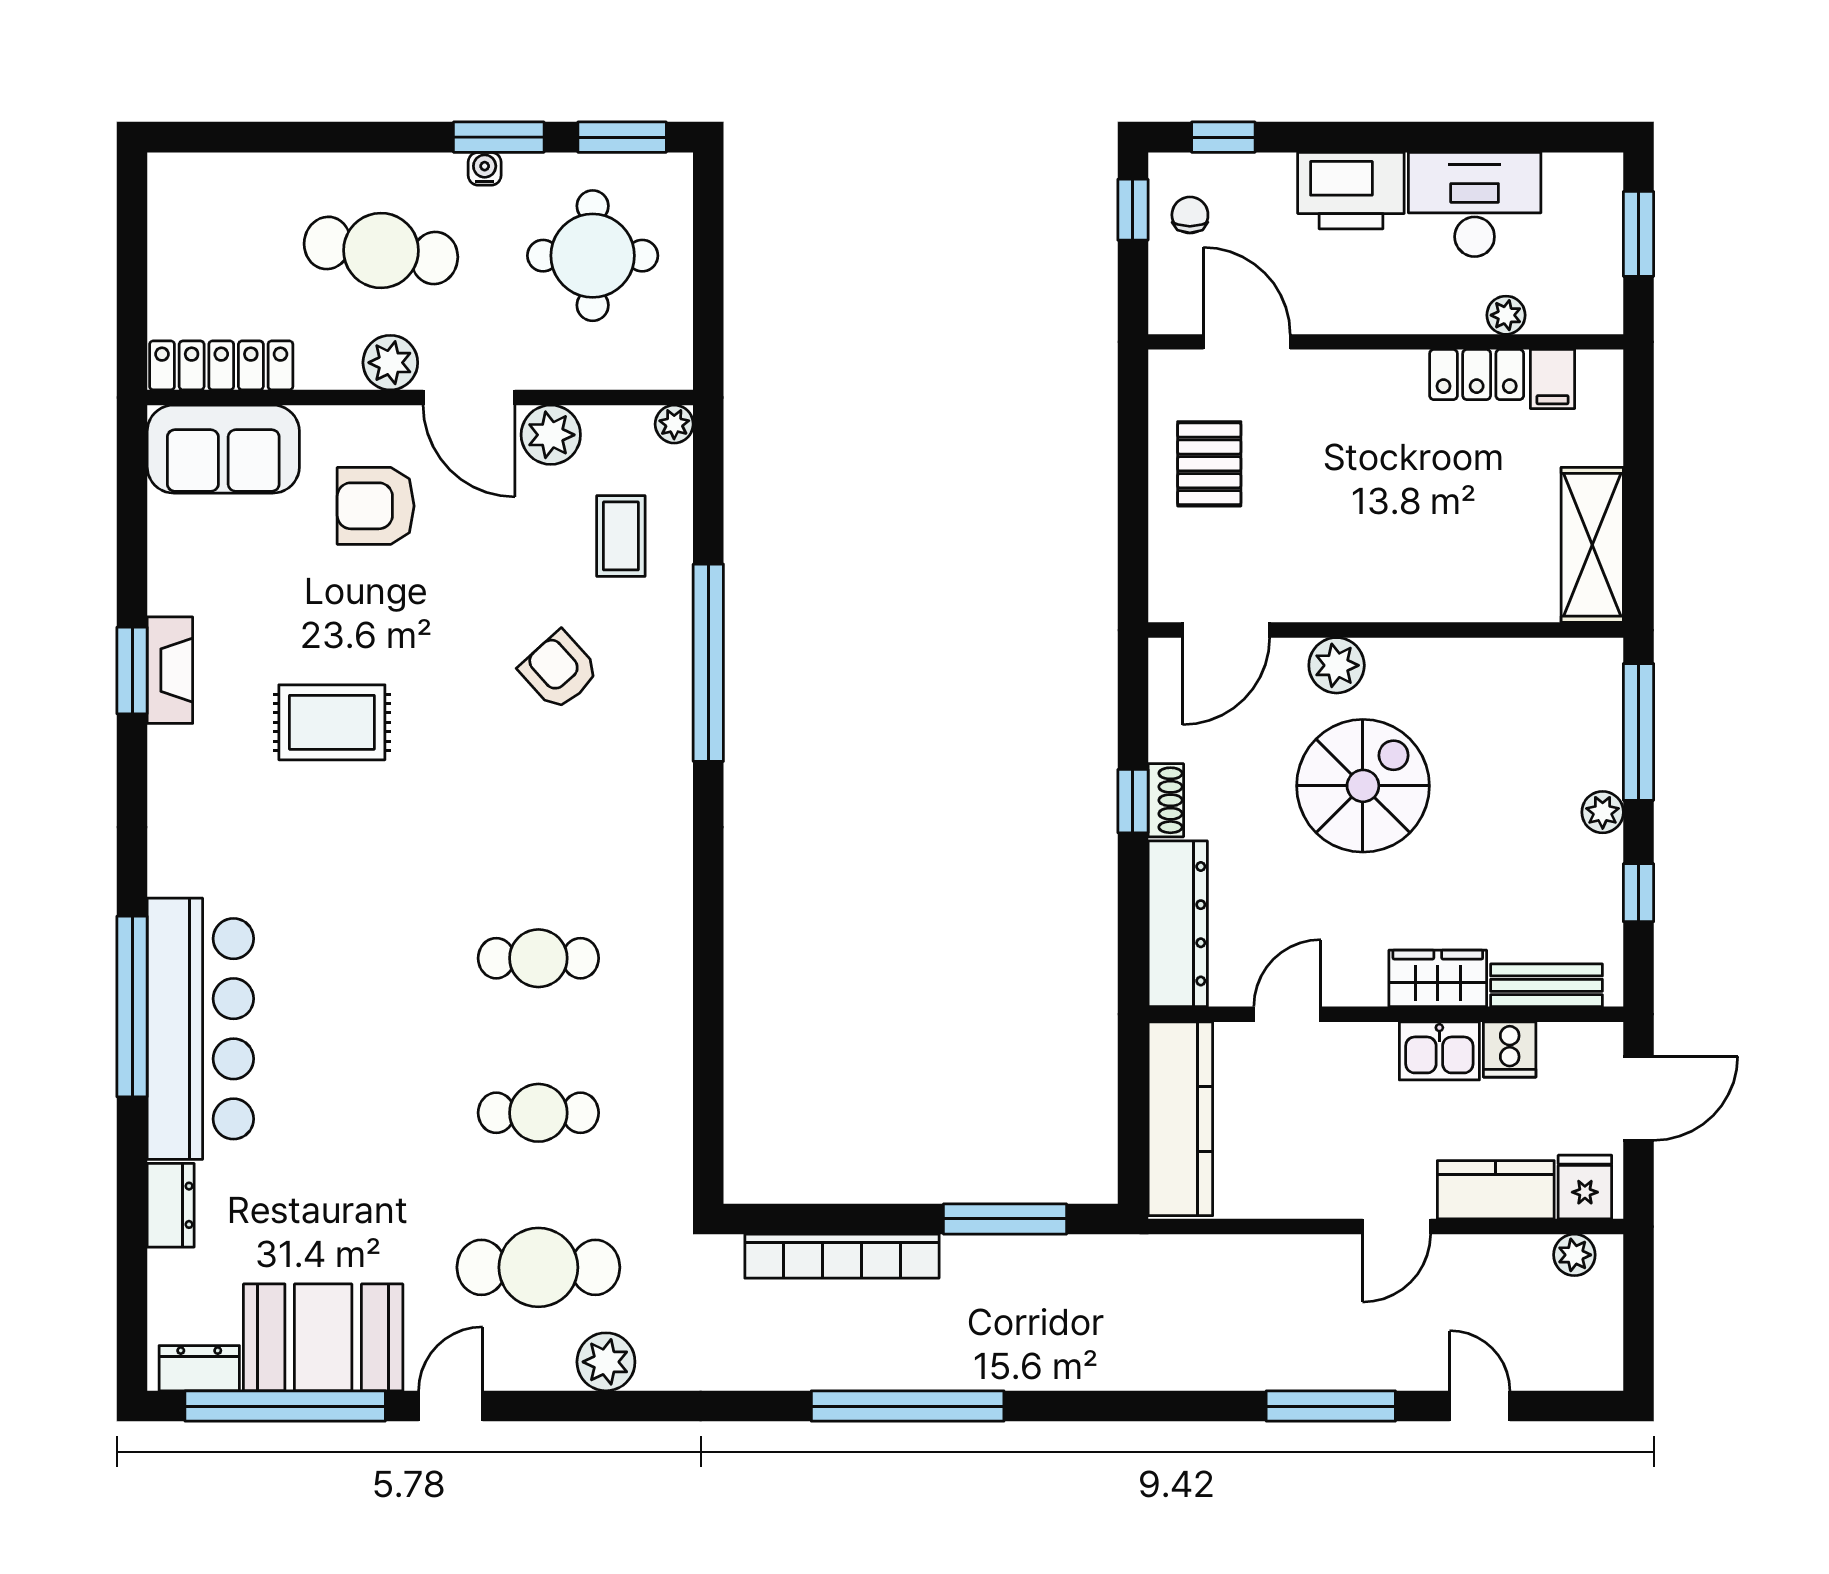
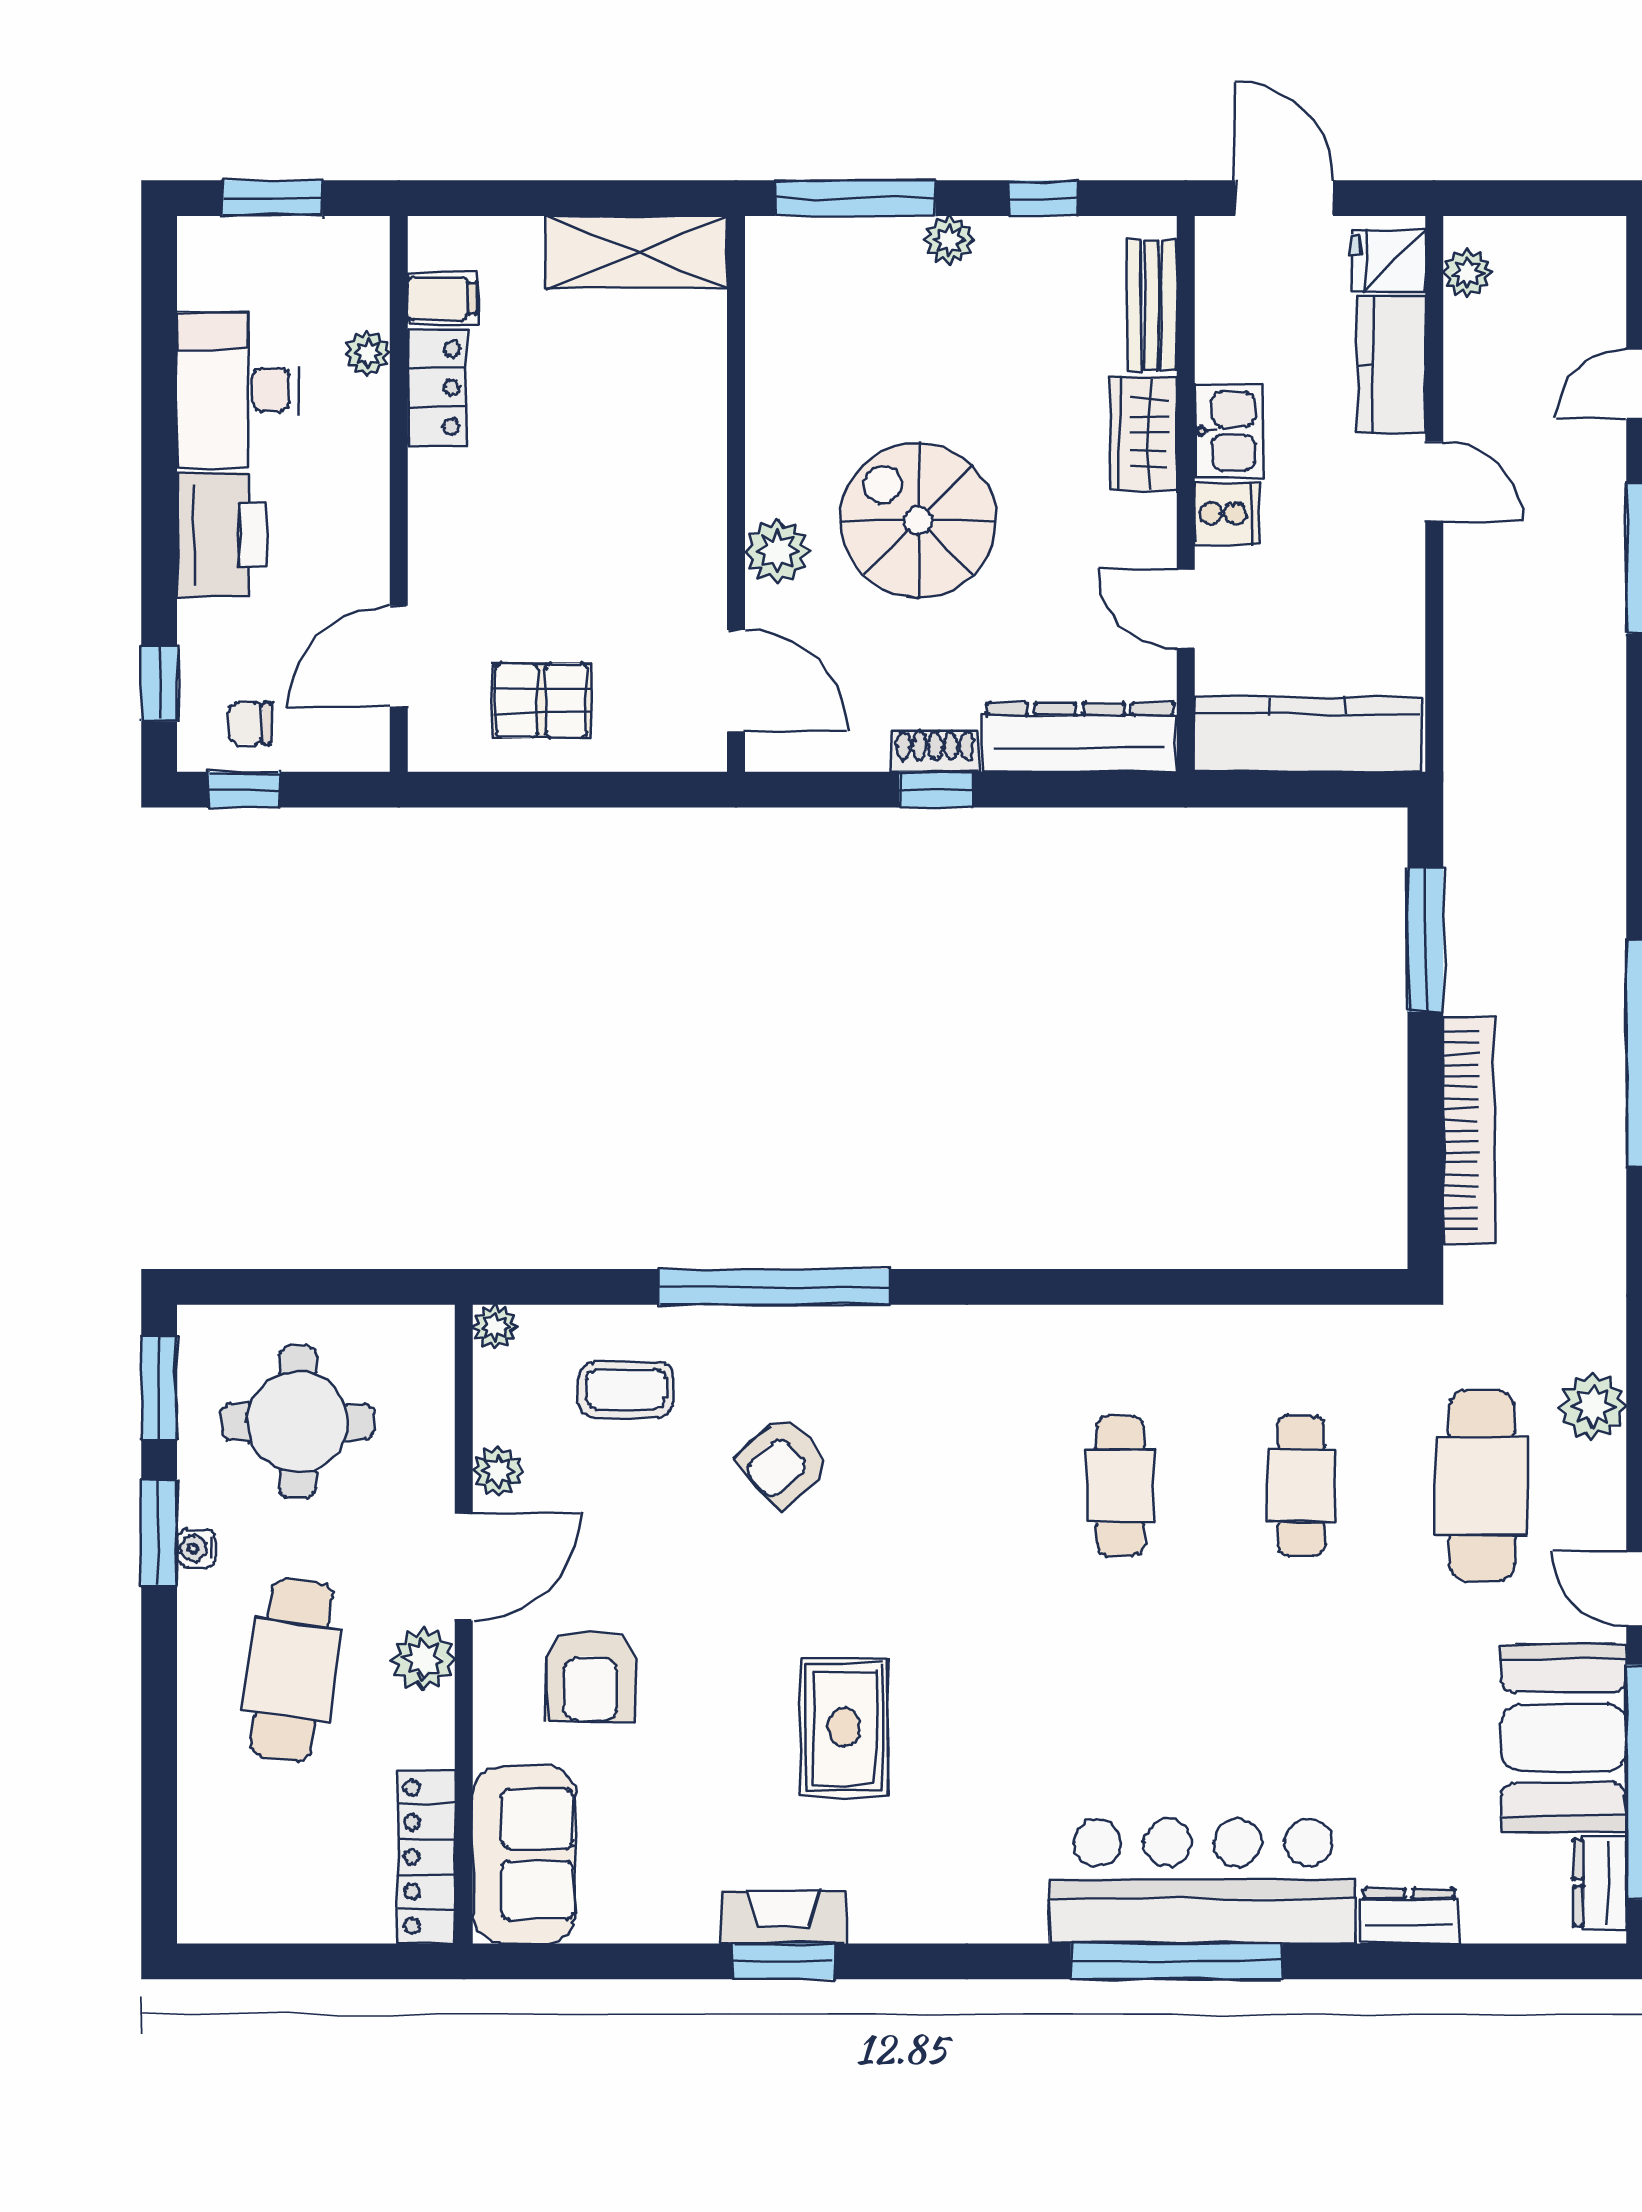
plant: (551, 435) -> (498, 1471), width x0.73, depth x0.73
cooker: (1510, 1049) -> (1227, 513), moved

